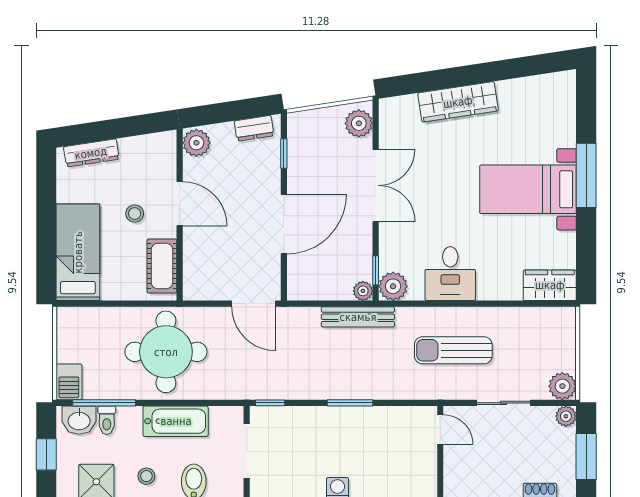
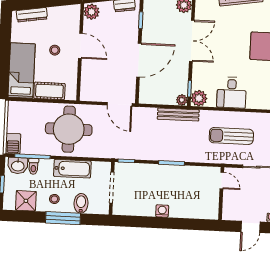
cot: (162, 266) -> (49, 91), moved, turned 90

